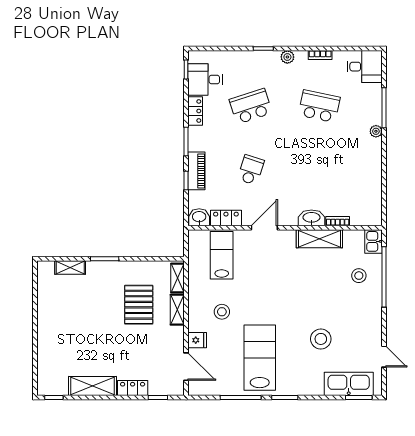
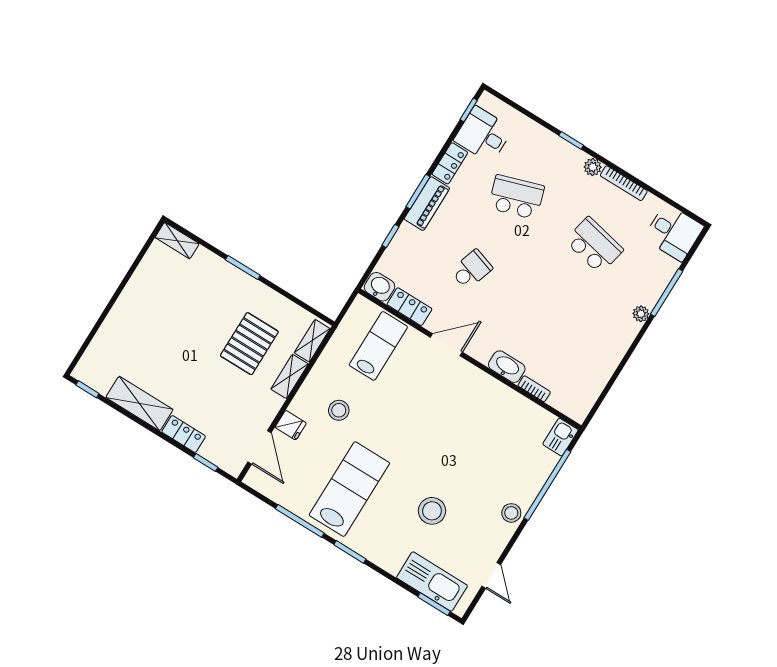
bookcase: (320, 55) -> (624, 183), width x1.56
piano: (196, 171) -> (427, 204), moved
shelving: (319, 239) -> (501, 396), removed
shelving: (70, 268) -> (177, 241), moved
stool: (359, 276) -> (511, 513), moved

